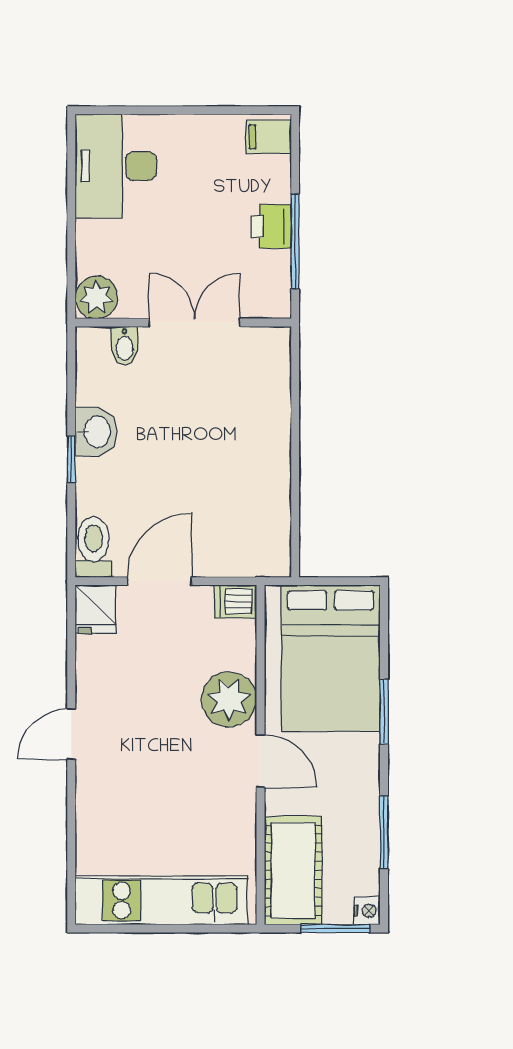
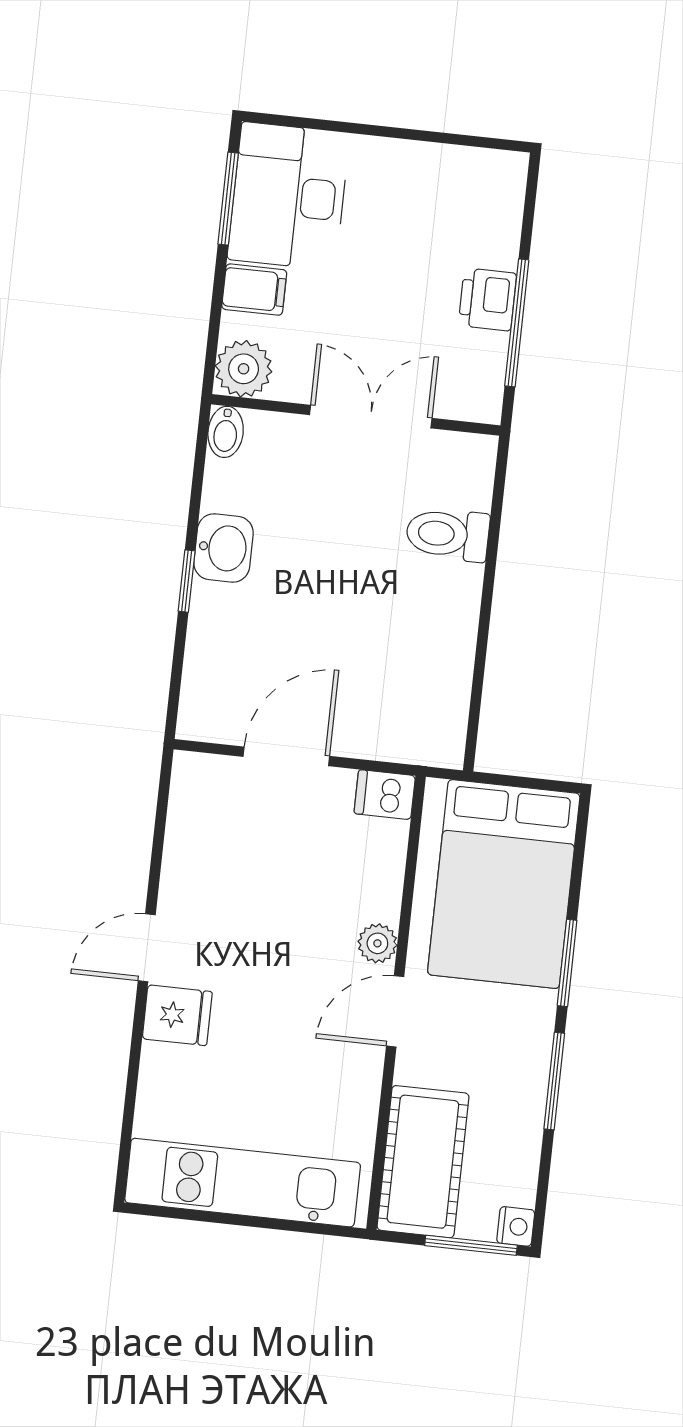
filing cabinet: (268, 137) -> (254, 290), moved, turned 180
window: (71, 173) -> (228, 199), added
bidet: (124, 346) -> (226, 432), moved
toilet: (94, 547) -> (448, 534), moved, turned -90
fridge: (95, 609) -> (177, 1015), moved, turned -90
plant: (229, 699) -> (377, 943), width x0.53, depth x0.53
door: (260, 761) -> (395, 1011), swing flipped
window: (384, 832) -> (554, 1081), moved

